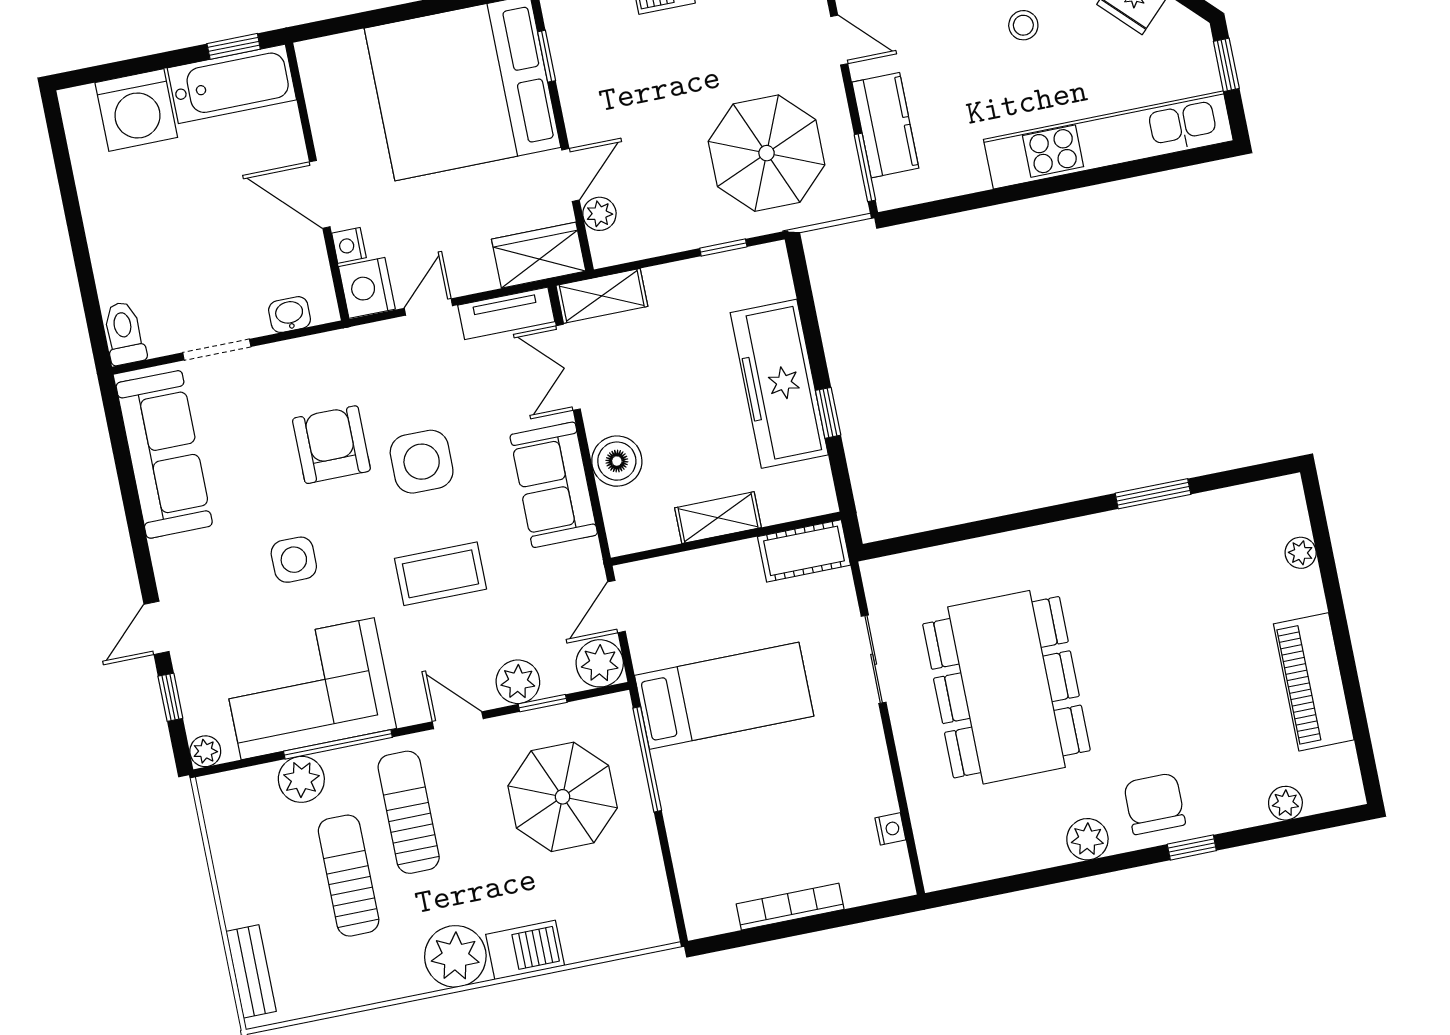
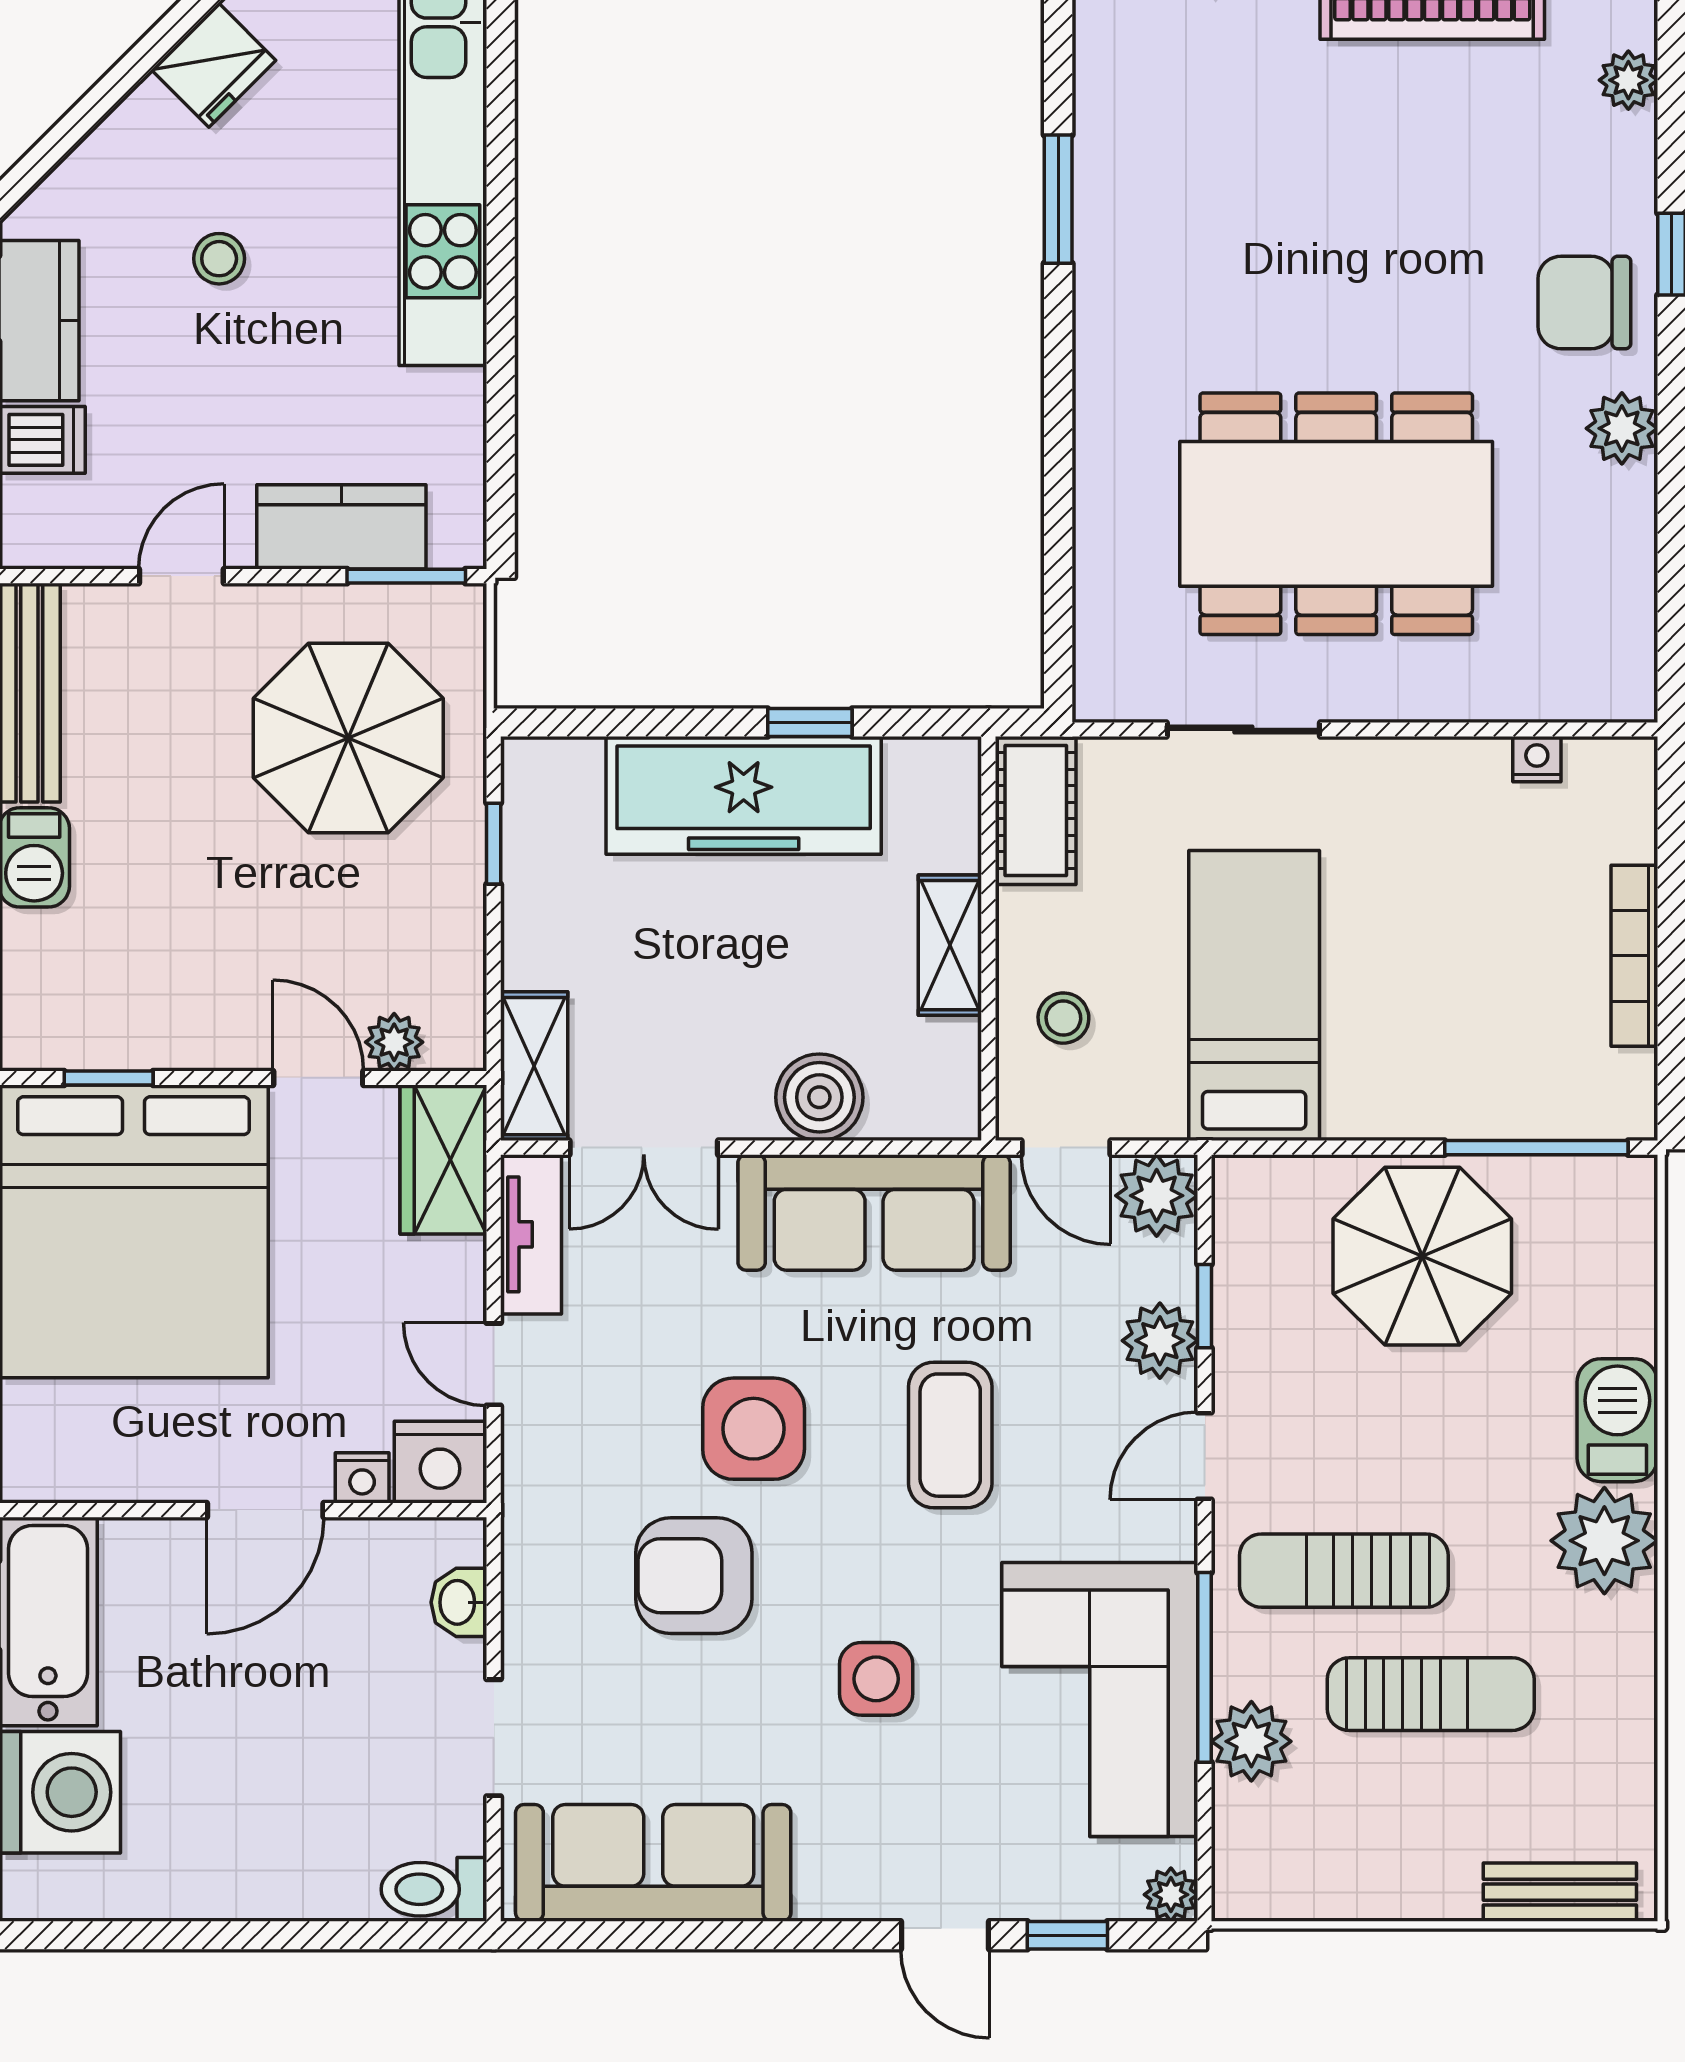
sofa: (554, 485) -> (874, 1212), width x1.36
stool: (690, 590) -> (1063, 1018), added
window: (647, 759) -> (1536, 1148), moved
parasol: (563, 797) -> (1422, 1256), moved
sun lounger: (349, 876) -> (1431, 1694), turned 180

